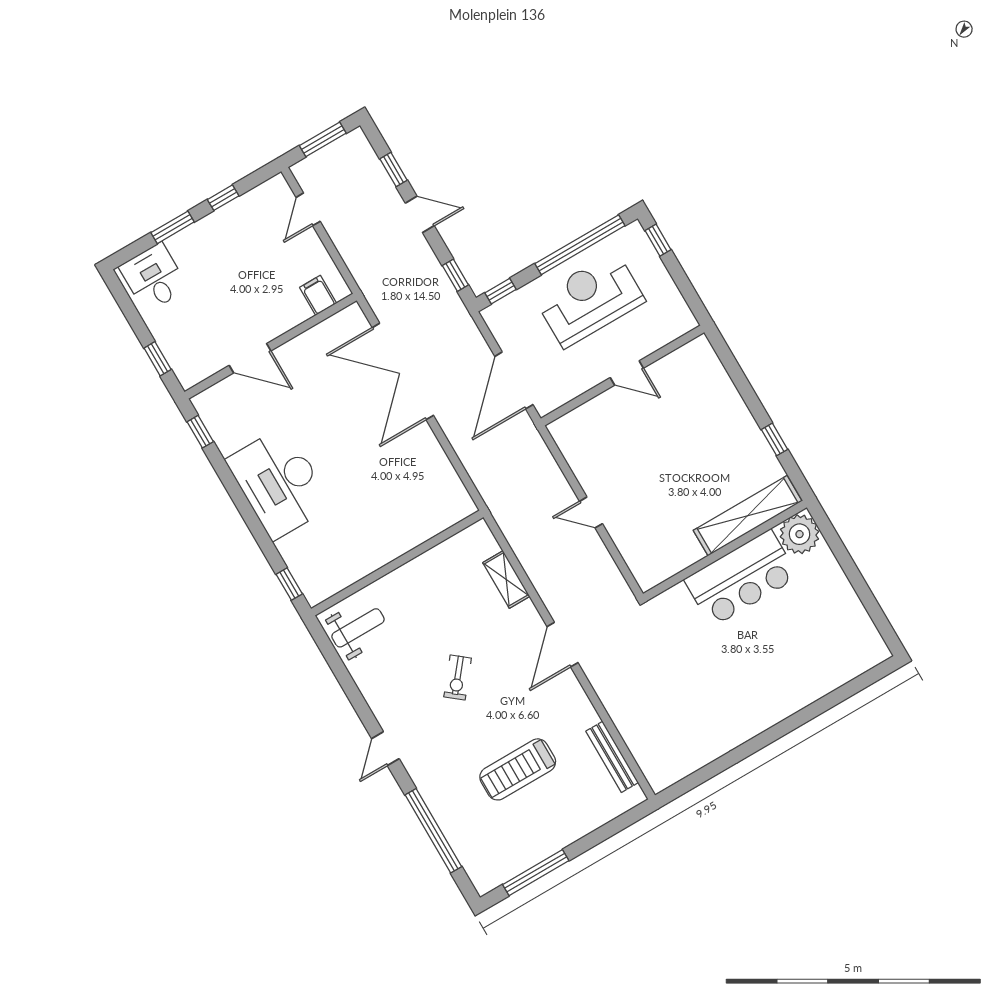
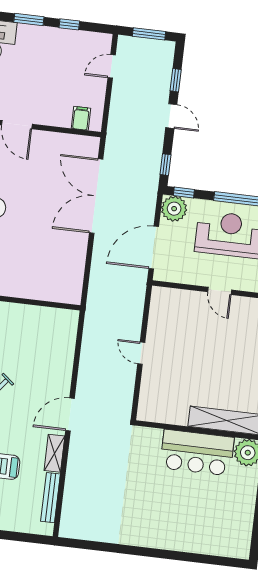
plant: (503, 318) -> (174, 209), added
shelving: (506, 579) -> (54, 453), moved

